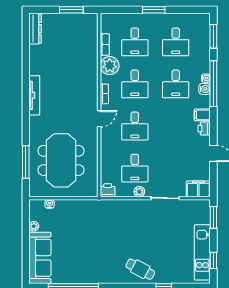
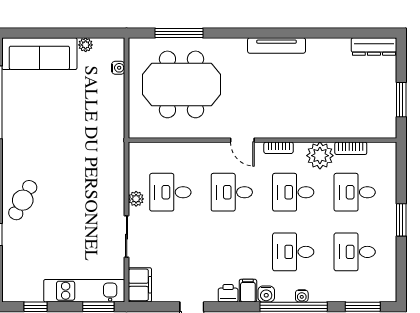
water cooler: (205, 89) -> (266, 294), moved
printer: (108, 190) -> (138, 153), removed
kitchen unit: (202, 252) -> (84, 291), moved

